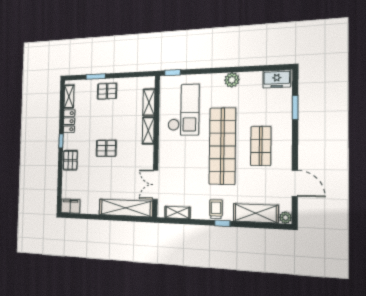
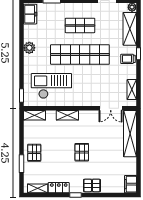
shelving: (149, 102) -> (35, 115), moved

